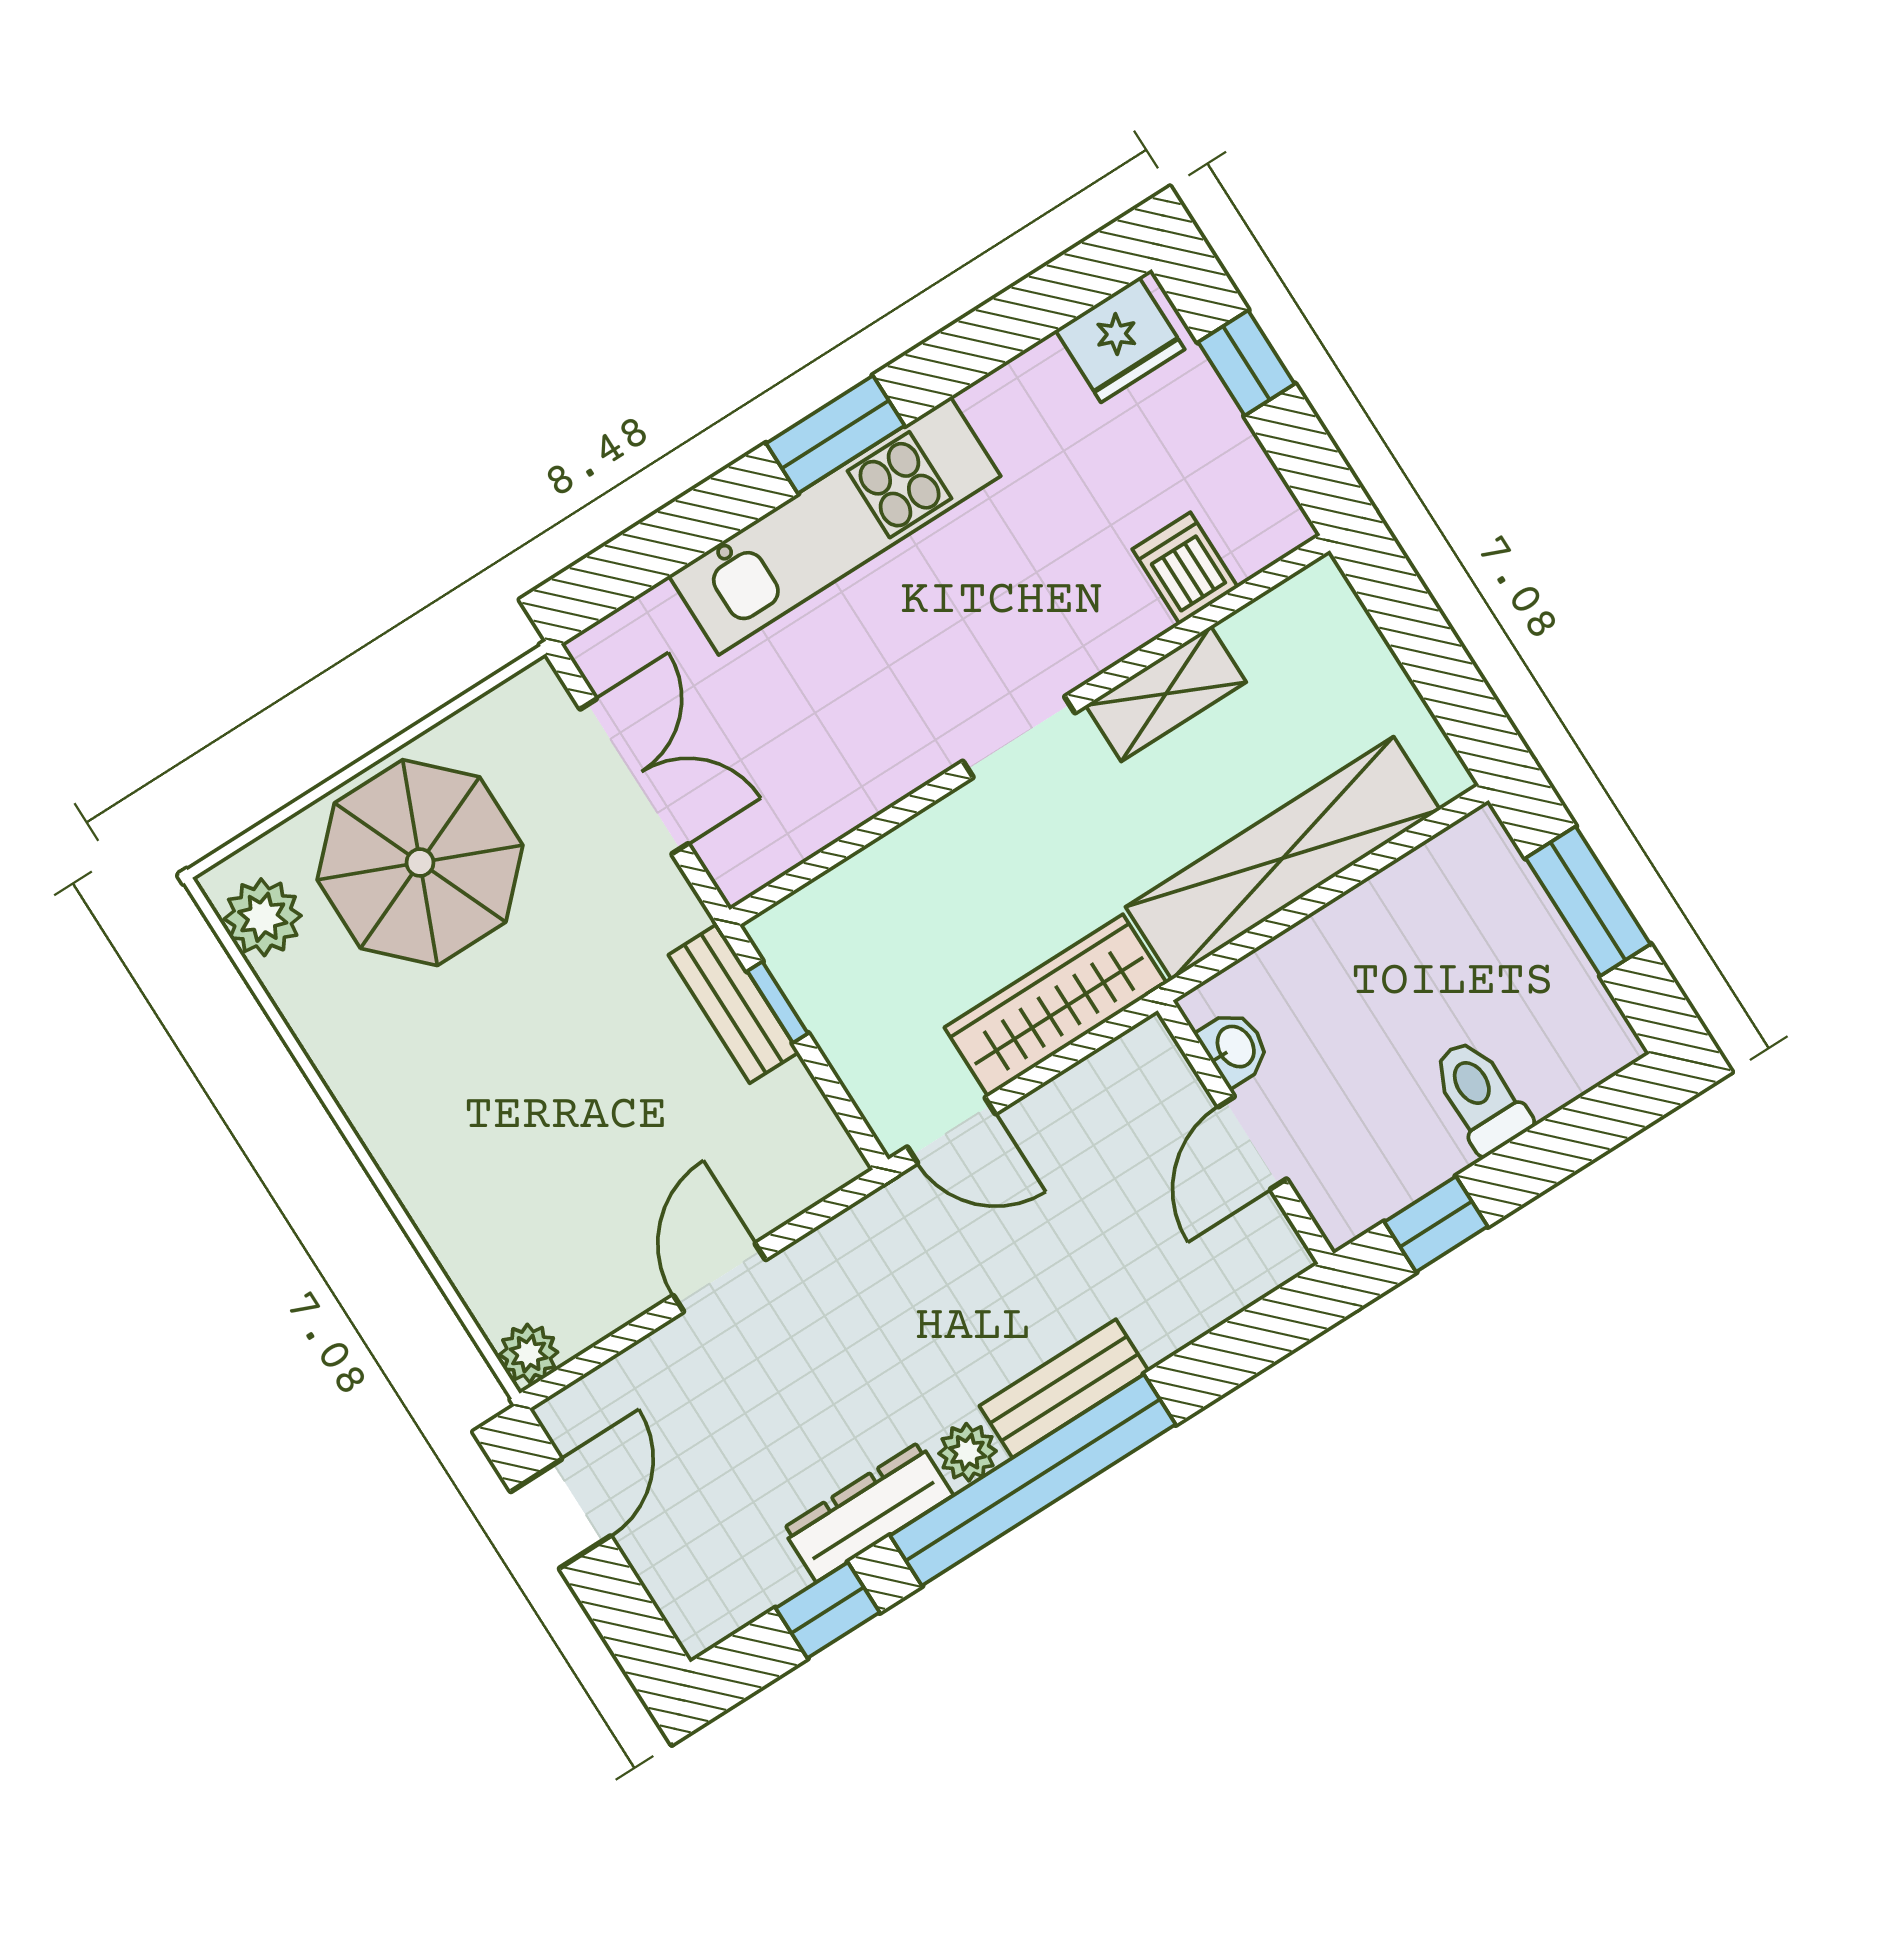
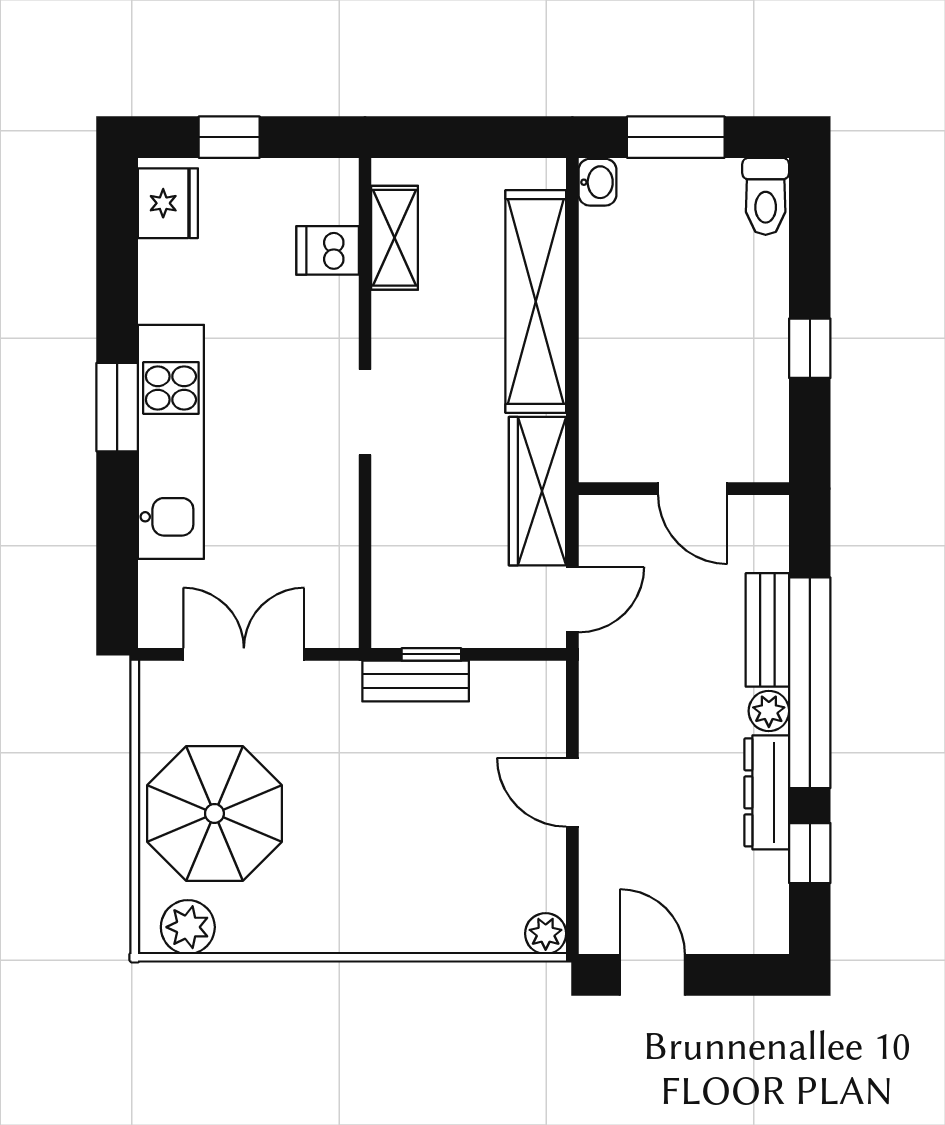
shelving: (1166, 694) -> (395, 238), moved
washbasin: (1234, 1047) -> (598, 182), moved, turned 90
toilet: (1480, 1096) -> (766, 196), moved, turned -90
wall: (1246, 1132) -> (684, 489), moved
door: (1252, 1143) -> (693, 489), moved

